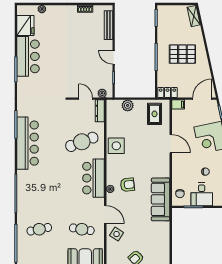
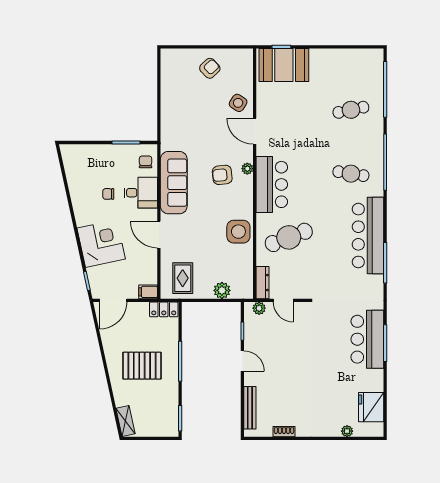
bar counter: (28, 56) -> (367, 339), moved
desk: (202, 194) -> (141, 193), moved, turned 90
sofa: (161, 199) -> (174, 183), moved
cafe table: (82, 229) -> (351, 174), moved

